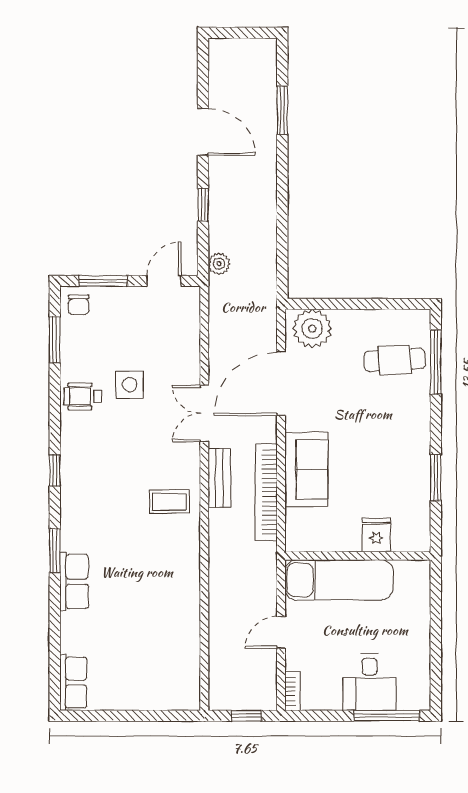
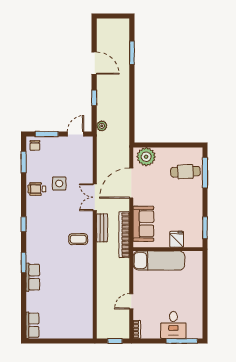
fridge: (376, 535) -> (177, 239), moved
wall: (358, 556) -> (168, 249), moved
exam couch: (339, 580) -> (159, 261), moved

